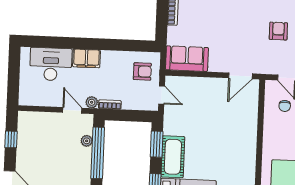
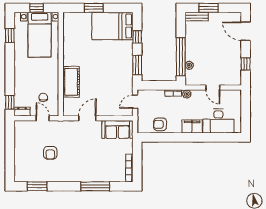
armchair: (142, 71) -> (160, 124), moved
door: (240, 76) -> (87, 118), moved
door: (162, 95) -> (135, 102), hinge flipped
door: (72, 110) -> (213, 88), moved
cot: (173, 157) -> (71, 82), moved

